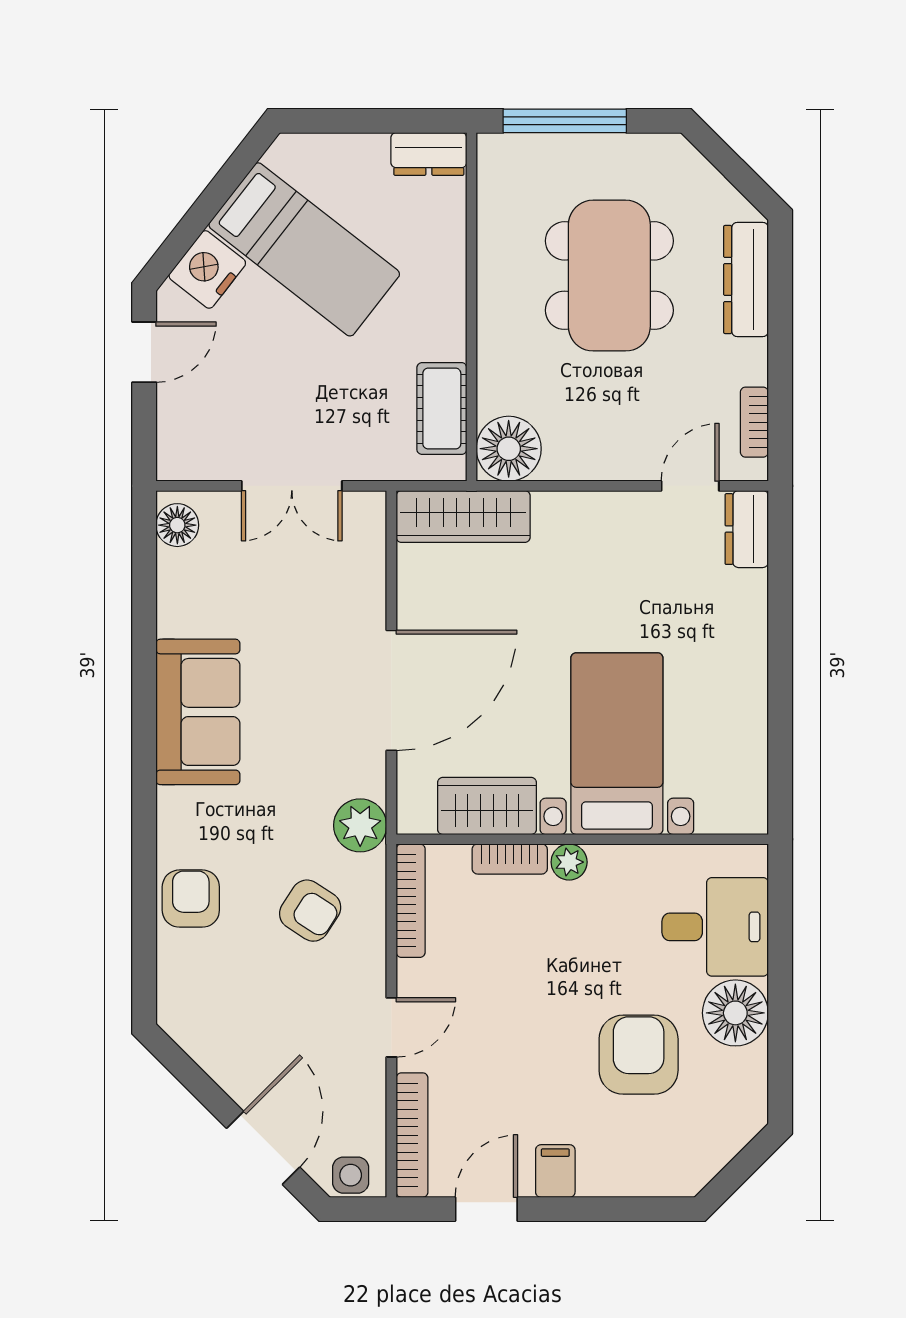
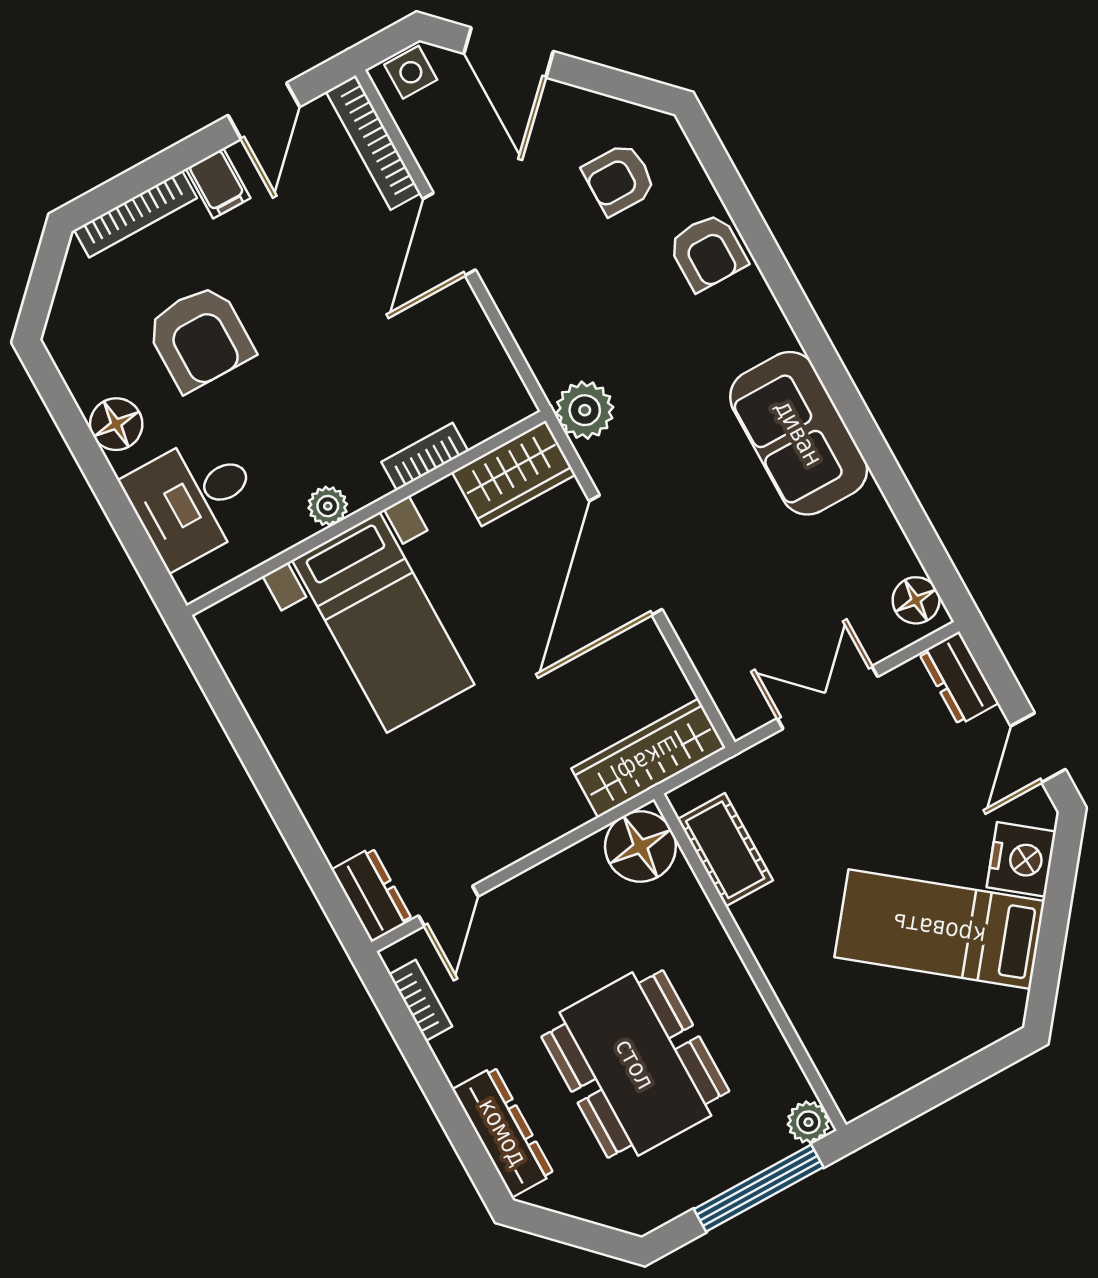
plant: (495, 152) -> (808, 1122), added
dresser: (429, 154) -> (959, 678), moved, turned -90
wardrobe: (487, 806) -> (514, 473), moved
plant: (569, 862) -> (328, 506), moved
bookcase: (411, 901) -> (136, 214), moved, turned -90
armchair: (310, 911) -> (619, 179), moved, turned -33
floor lamp: (735, 1013) -> (116, 424), width x0.73, depth x0.73
door: (391, 1027) -> (449, 234), width x1.37

